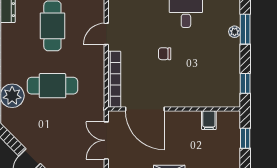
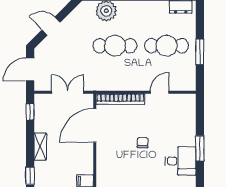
door: (106, 34) -> (160, 92), hinge flipped
cafe table: (52, 86) -> (115, 46), turned 90

